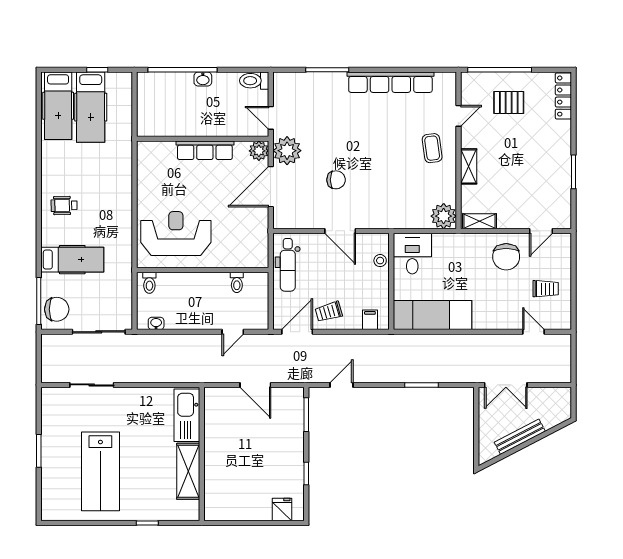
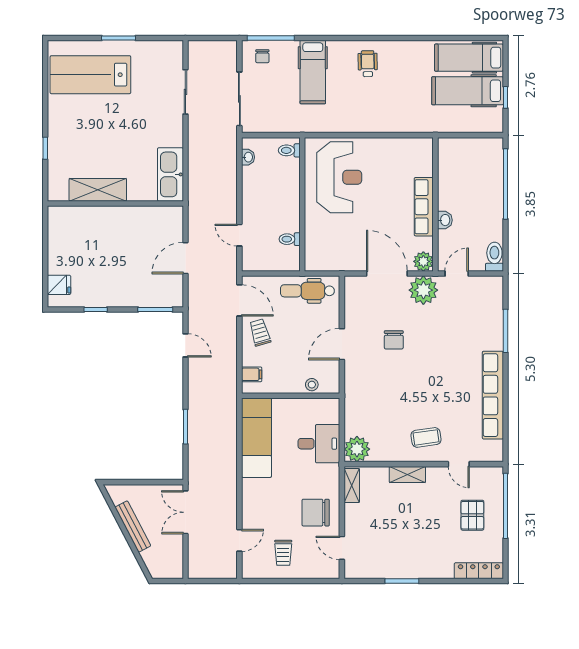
washbasin: (203, 79) -> (445, 220), moved, turned 180
desk: (412, 254) -> (319, 444), moved
chair: (57, 309) -> (262, 56), width x0.54, depth x0.54
kitchen sink: (187, 415) -> (170, 174), moved, turned -90
lab bench: (100, 471) -> (90, 75), moved

